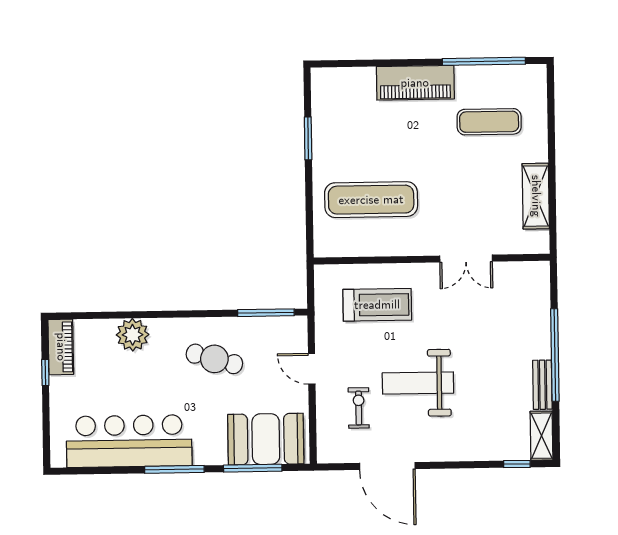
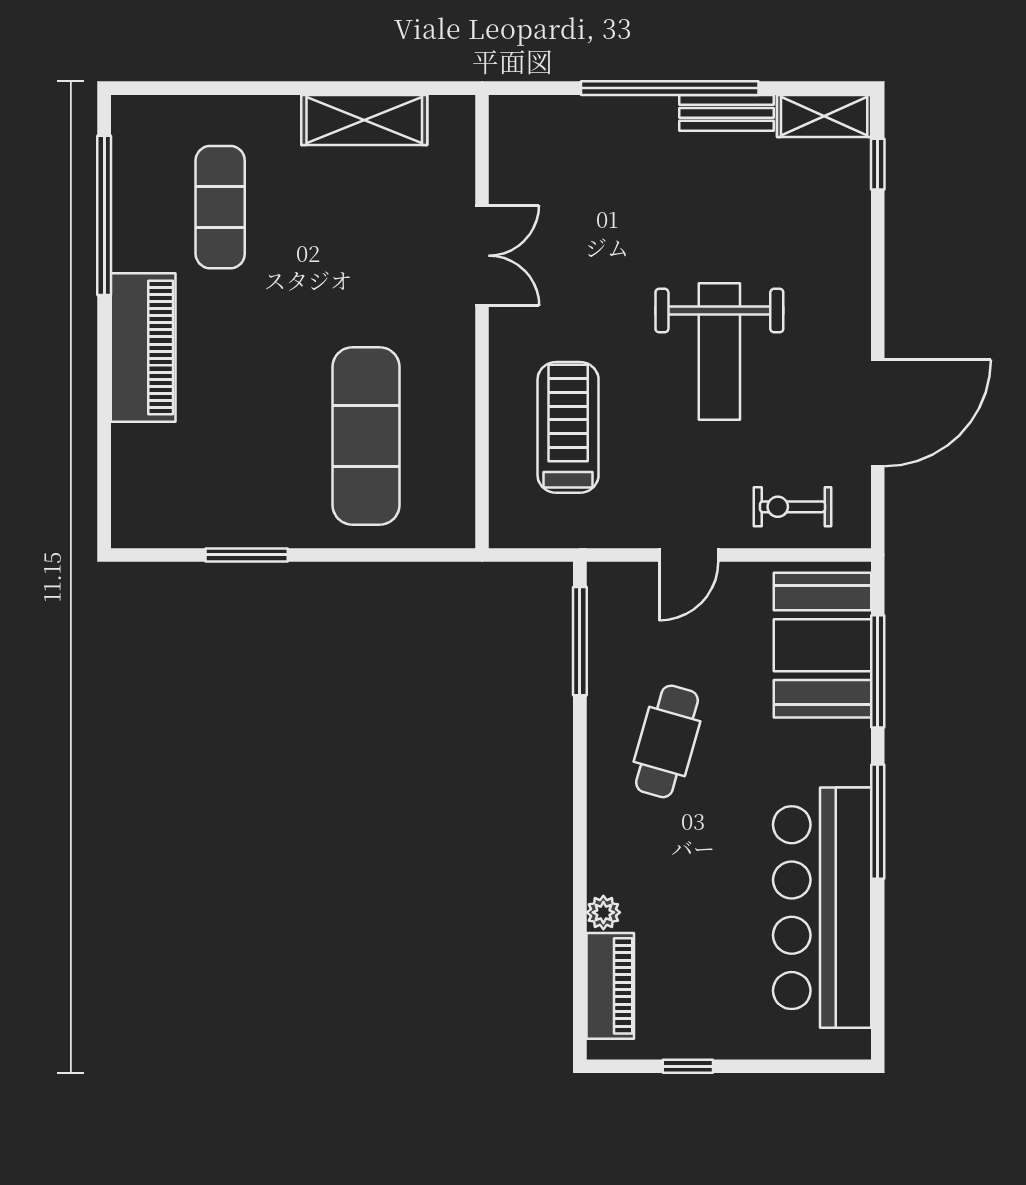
plant: (133, 335) -> (603, 912), width x0.53, depth x0.53
piano: (61, 347) -> (610, 986), moved, turned 90
exercise bike: (359, 408) -> (792, 507), moved

